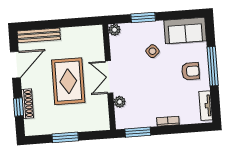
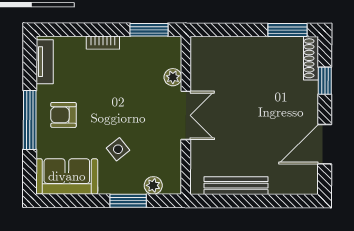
plant: (114, 30) -> (153, 185), moved
bench: (39, 35) -> (236, 186), moved
rug: (68, 81) -> (247, 114), removed
shoe rack: (27, 104) -> (311, 58), moved
window: (65, 137) -> (287, 30), moved

